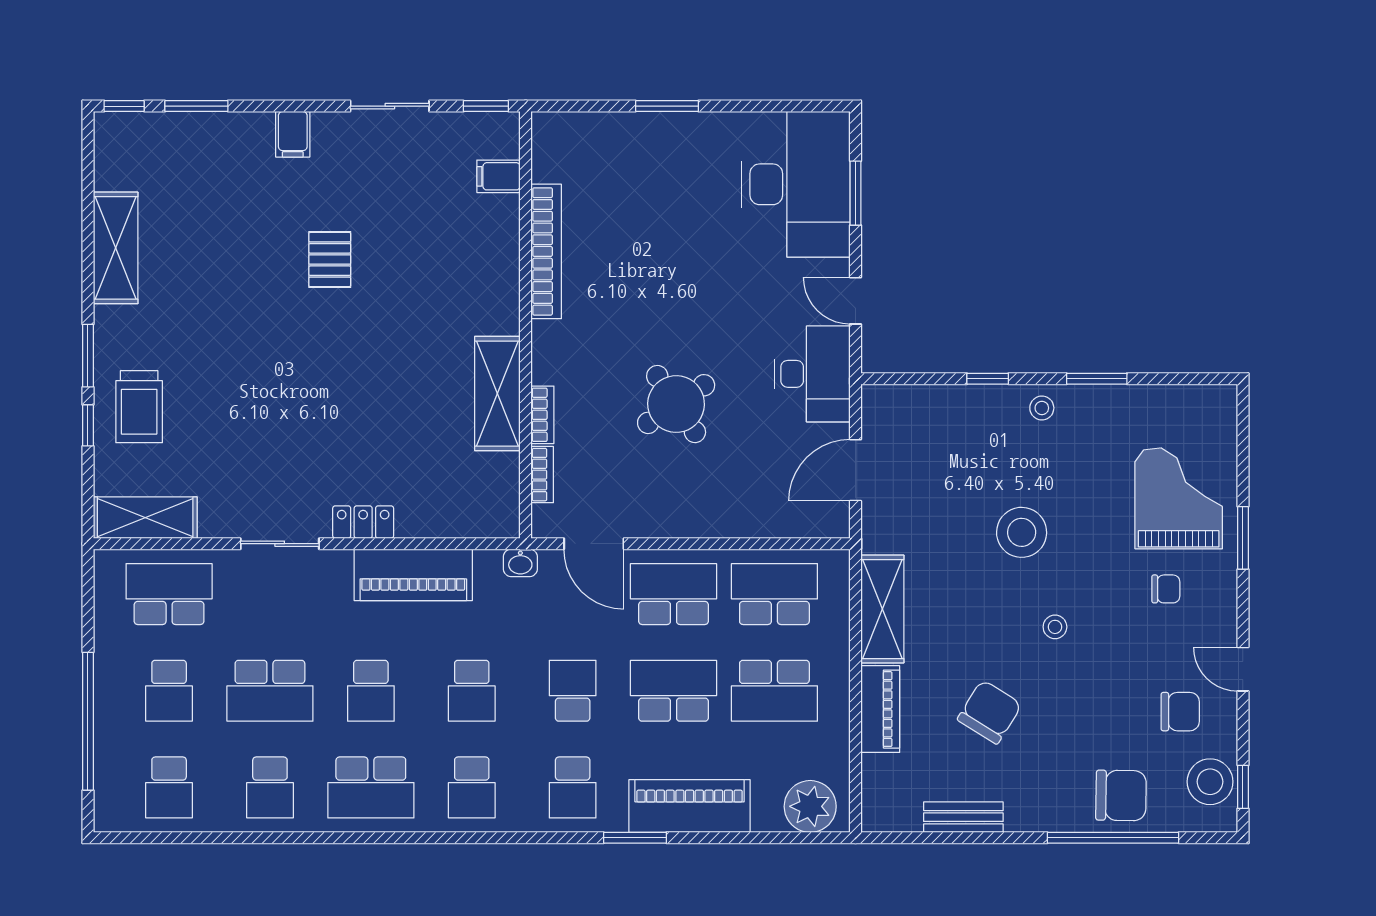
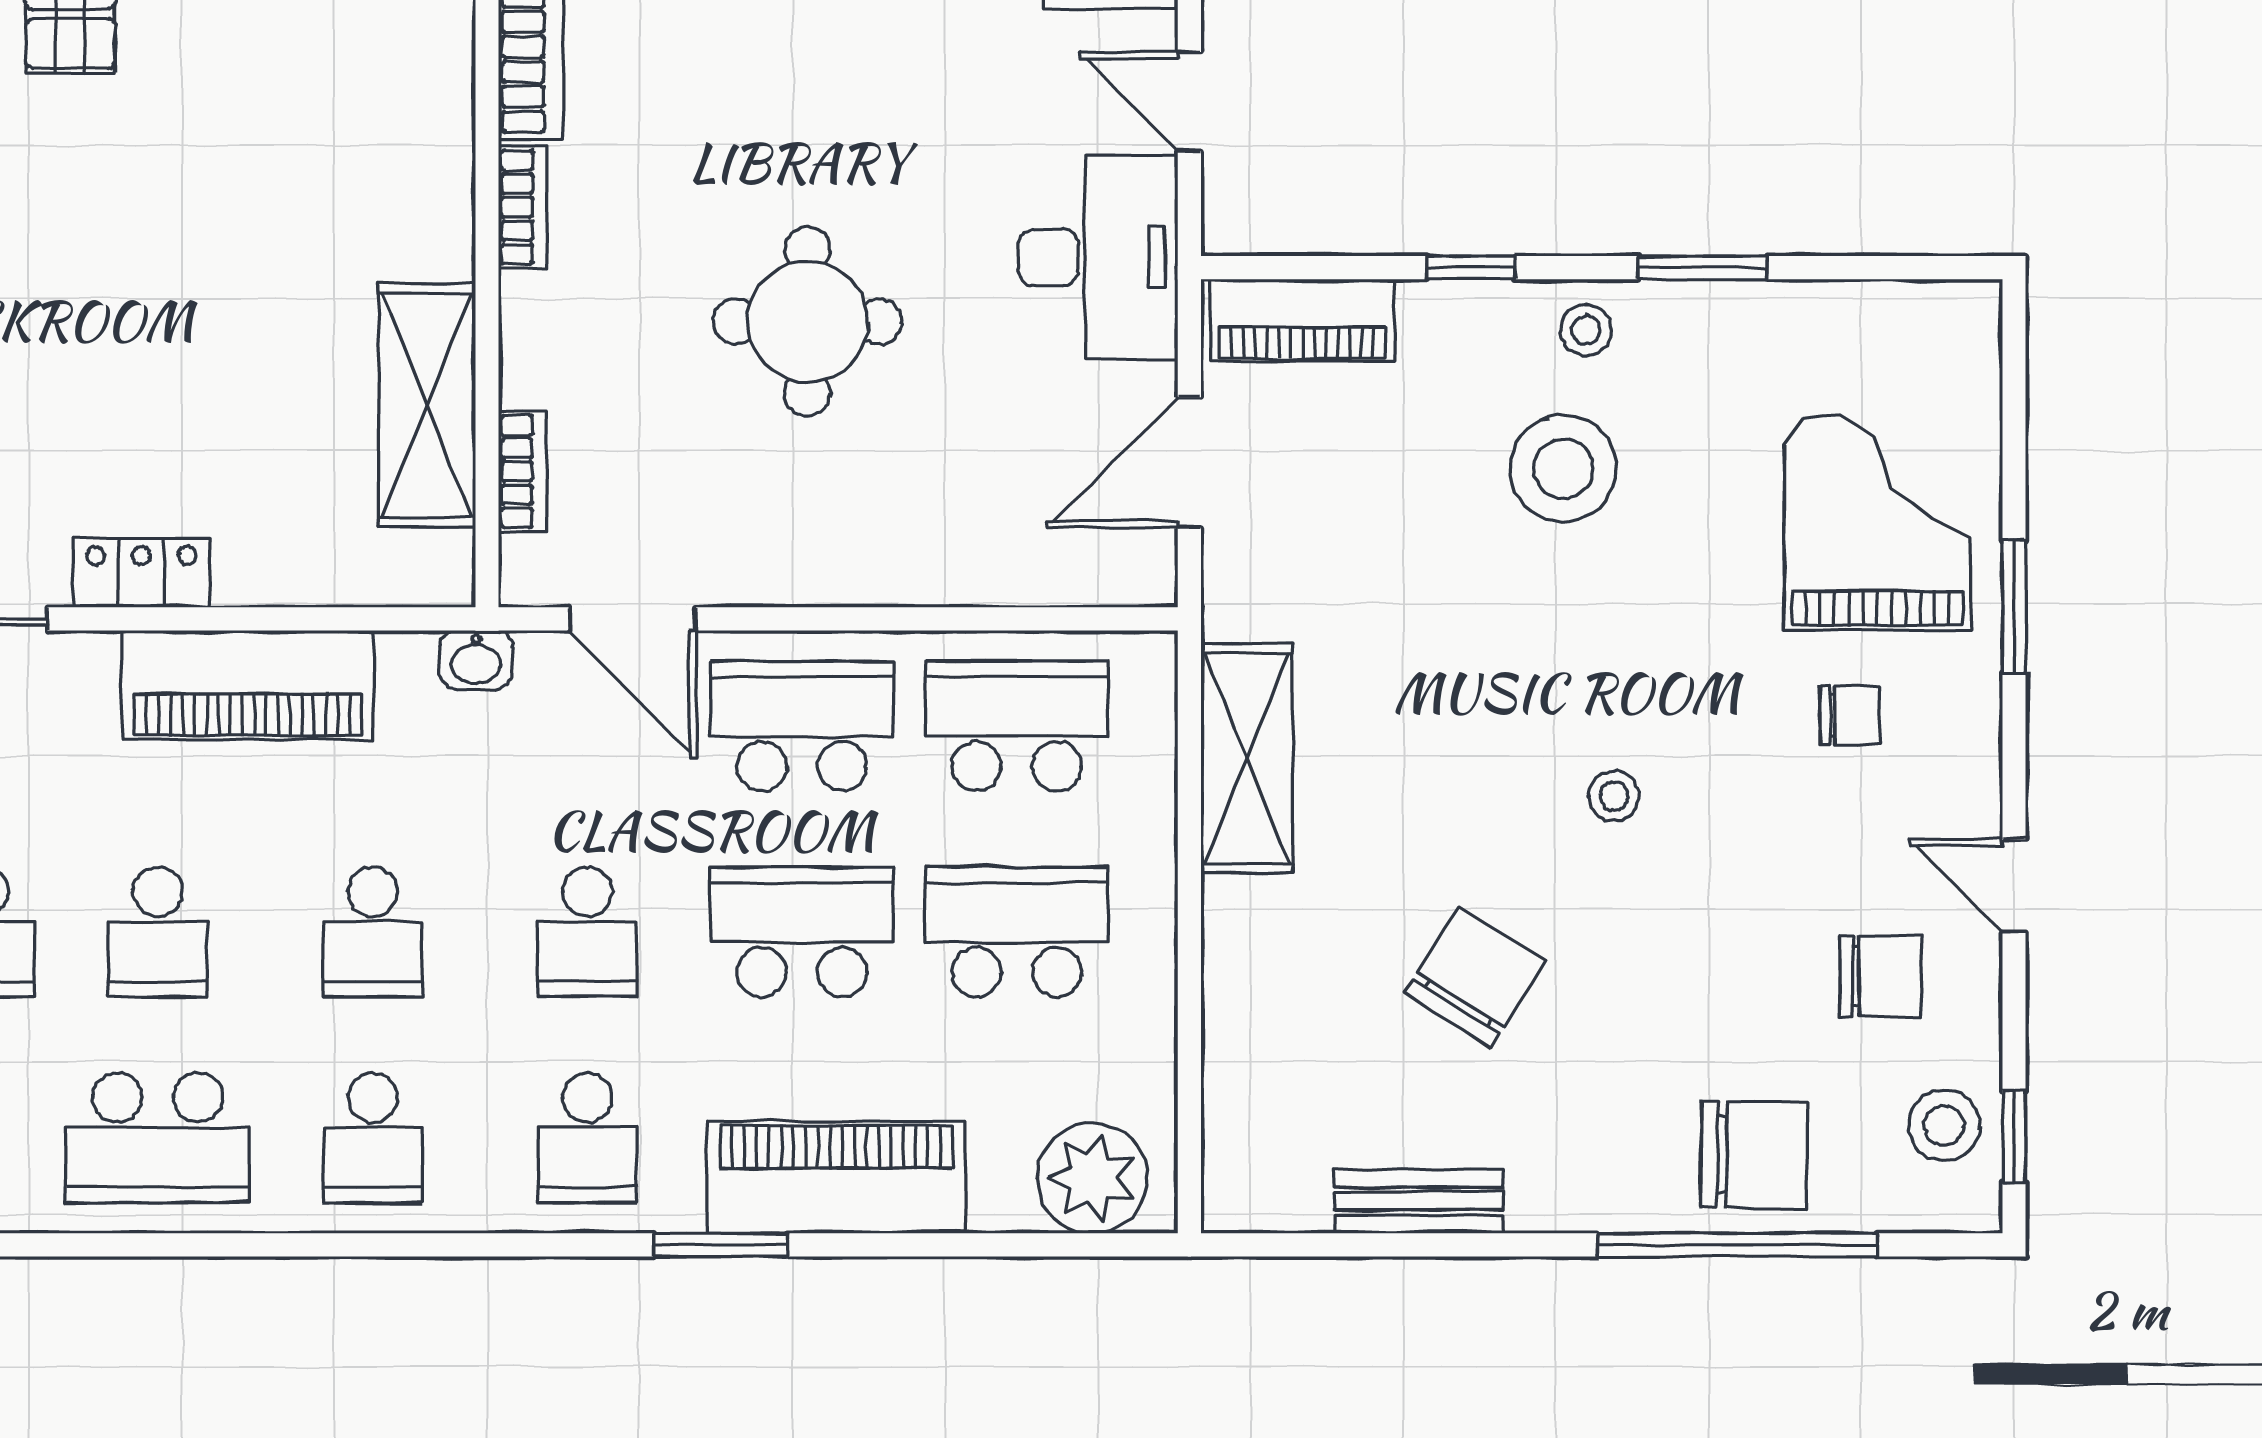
shelving: (497, 394) -> (427, 405), moved
round table: (676, 404) -> (807, 322), turned 34
bookcase: (542, 415) -> (523, 207), moved
stool: (1022, 532) -> (1563, 468), moved
school desk: (573, 691) -> (587, 932), turned 180
school desk: (774, 691) -> (1017, 932), turned 180
piano: (880, 709) -> (1302, 320), moved, turned 90
stool: (1210, 782) -> (1944, 1126), width x0.73, depth x0.73

